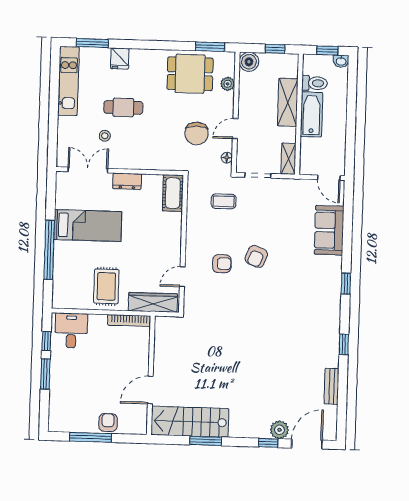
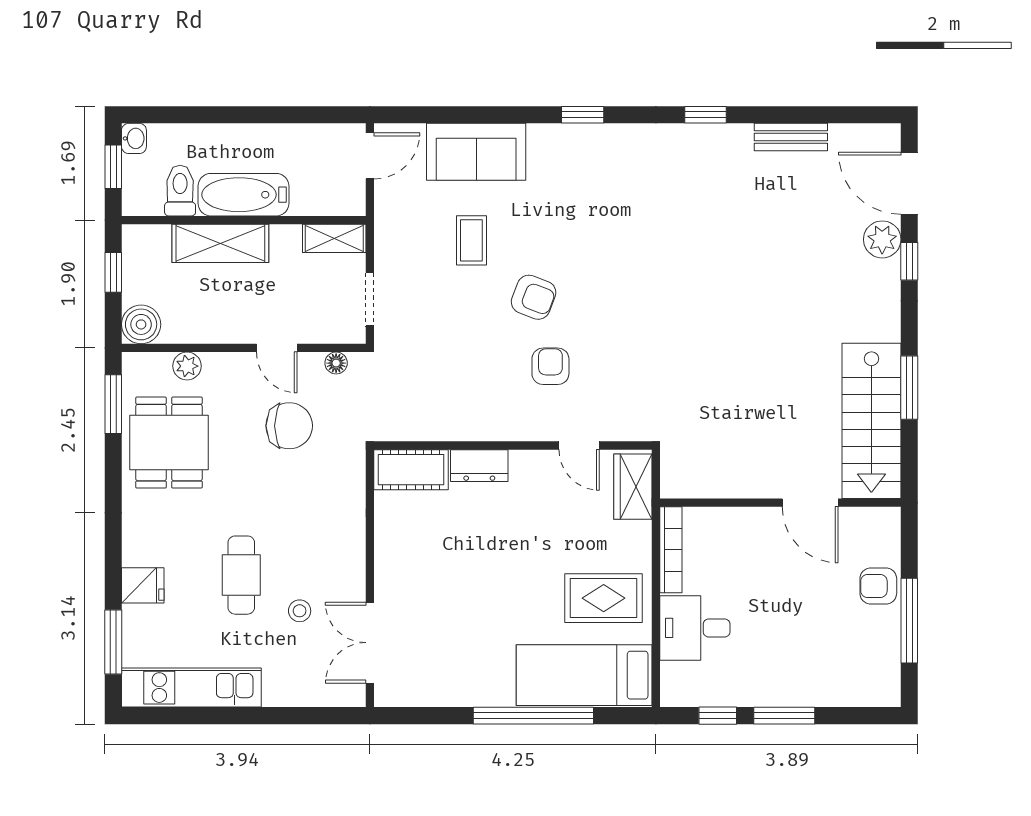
dresser: (127, 181) -> (479, 466), moved, turned 90
coffee table: (224, 201) -> (471, 240), moved
bed: (88, 226) -> (584, 675), moved, turned -90
wardrobe: (153, 302) -> (633, 487), width x0.67
desk: (71, 331) -> (695, 628), moved

